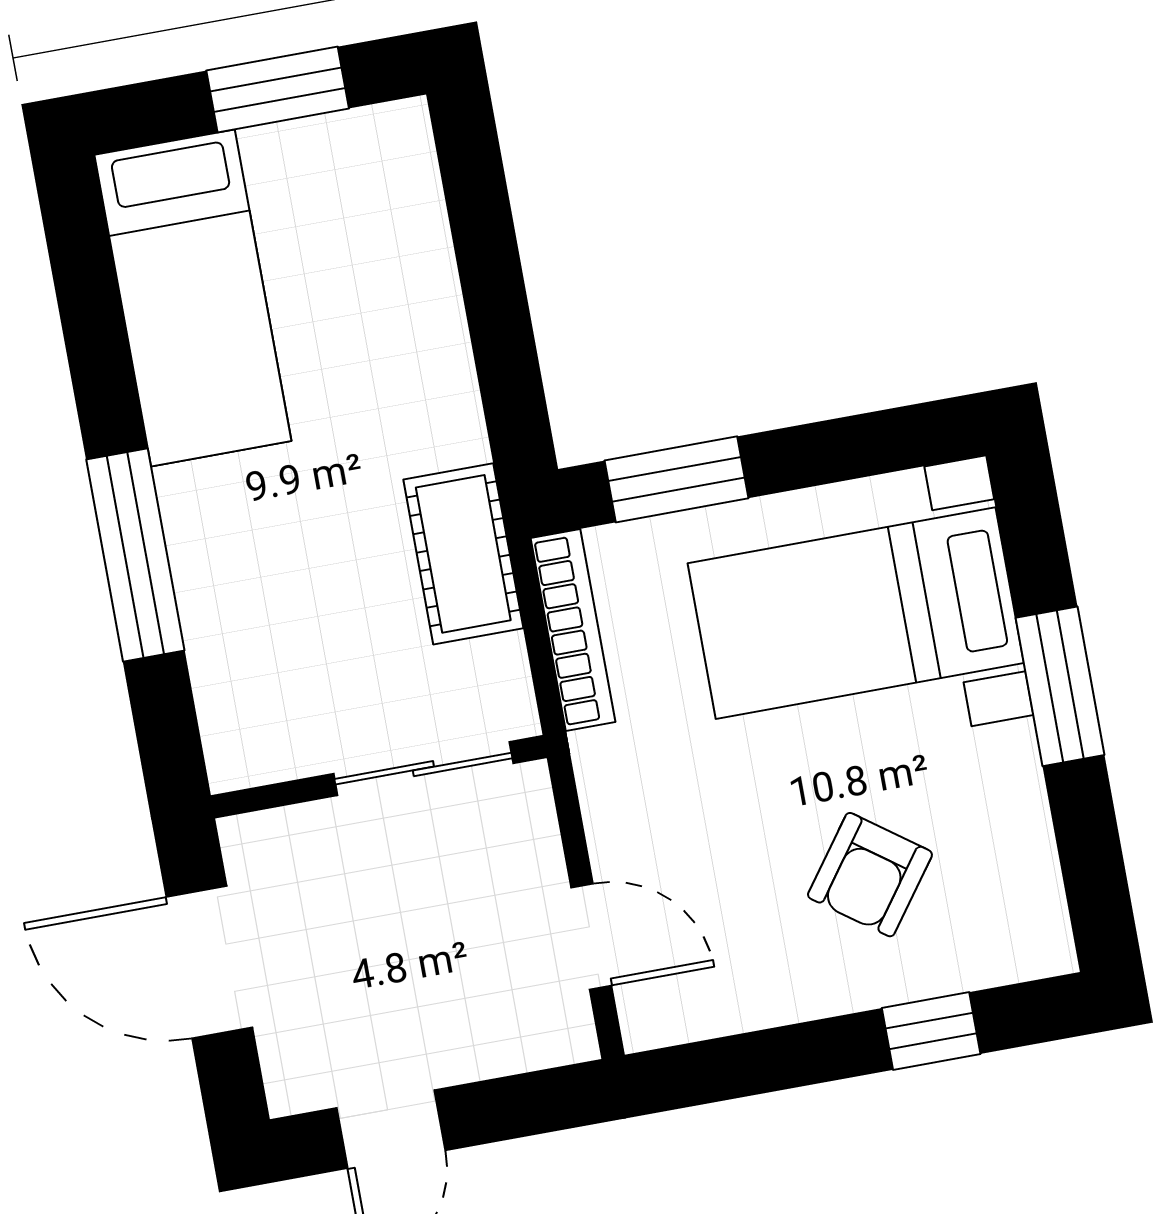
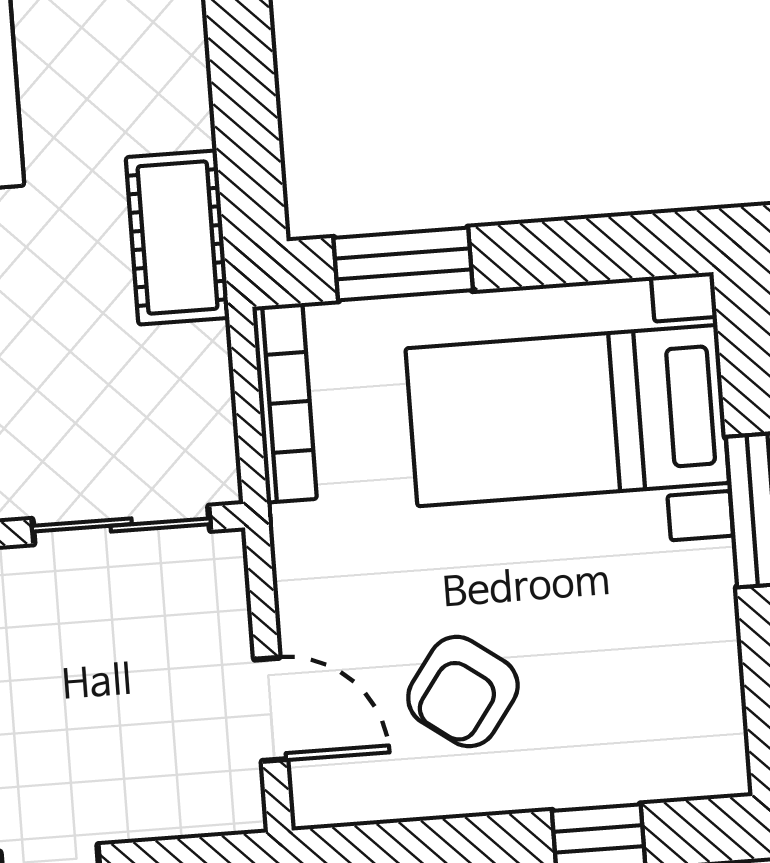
cot: (463, 554) -> (178, 237), moved
armchair: (870, 875) -> (463, 692), moved

